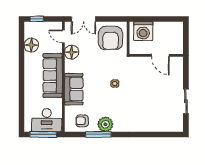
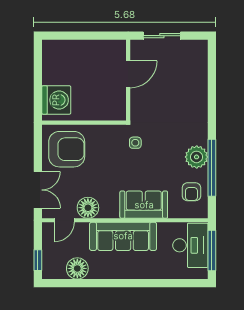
wall: (156, 55) -> (128, 80), moved
door: (160, 55) -> (128, 74), moved
window: (98, 134) -> (212, 168), width x1.46

